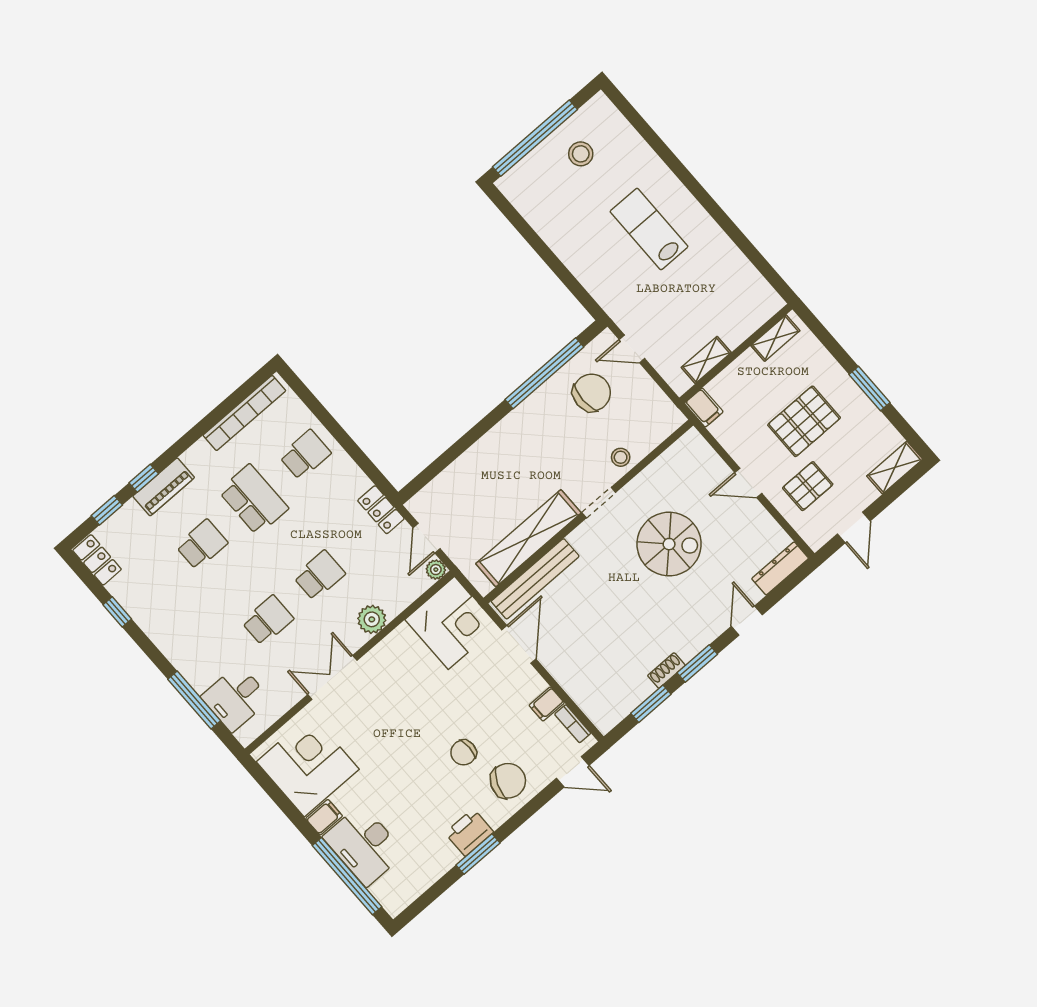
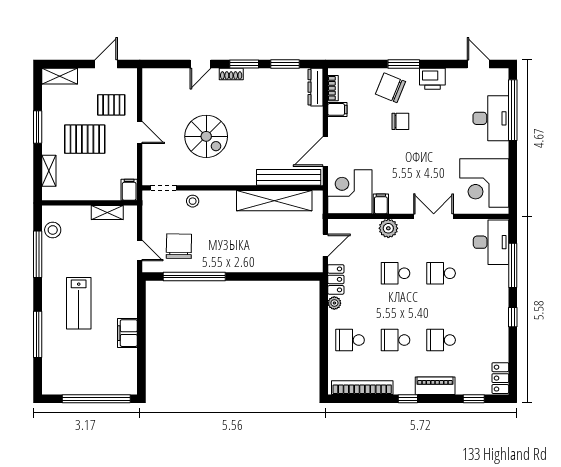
window: (665, 153) -> (38, 334), added
stool: (581, 154) -> (53, 230), moved
filing cabinet: (564, 243) -> (127, 333), added
window: (744, 244) -> (38, 254), added
shelving: (775, 338) -> (49, 171), moved, turned 90
chair: (592, 393) -> (179, 246), turned 91
window: (144, 478) -> (408, 399), moved
school desk: (253, 500) -> (396, 340), width x0.54
doorway: (599, 502) -> (163, 188), moved
spiral stairs: (669, 544) -> (206, 136), turned 180
dresser: (780, 568) -> (315, 87), moved, turned 90
plant: (436, 570) -> (334, 303), moved
window: (117, 612) -> (513, 317), moved
shoe rack: (666, 670) -> (231, 74), moved
double door: (332, 678) -> (434, 216), swing flipped
desk: (236, 698) -> (491, 242), width x1.37
door: (573, 772) -> (478, 64), moved
filing cabinet: (324, 817) -> (381, 204), moved, turned 90
window: (478, 854) -> (404, 64), moved

